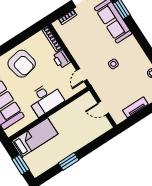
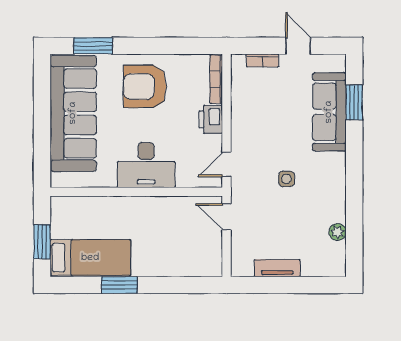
armchair: (22, 64) -> (145, 87), turned 102
door: (103, 108) -> (226, 217), moved
bed: (34, 138) -> (90, 258), moved

